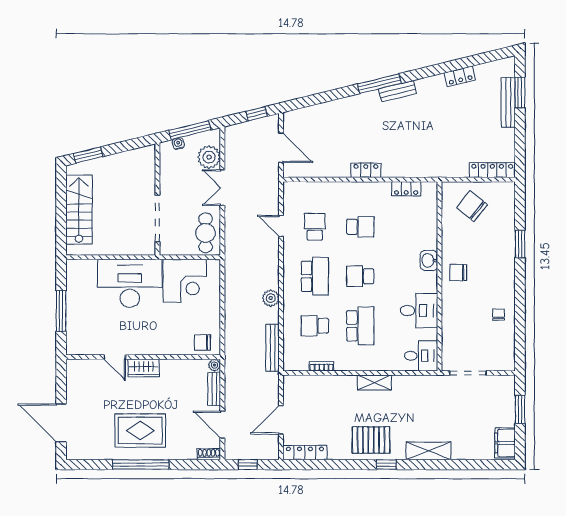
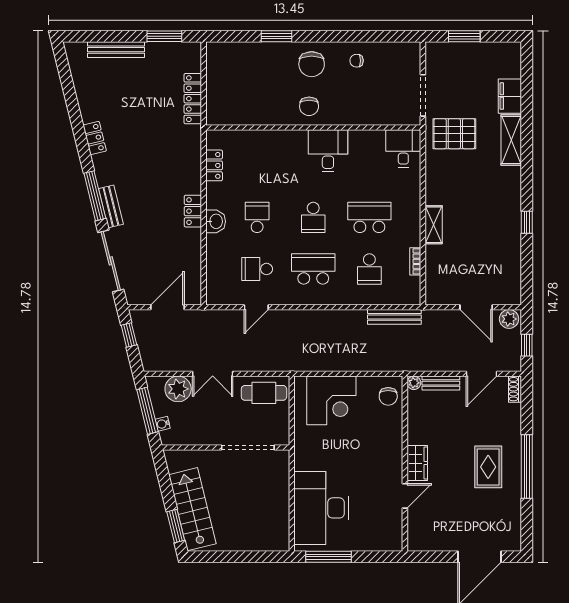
locker: (460, 76) -> (95, 138), moved
bench: (398, 91) -> (111, 206), moved
window: (520, 92) -> (164, 36), moved
sliding door: (322, 98) -> (111, 261), added
locker: (492, 170) -> (193, 99), moved
chair: (472, 206) -> (312, 64), moved, turned -39
stairs: (79, 210) -> (192, 509), moved, turned 76
washbasin: (429, 261) -> (216, 221), moved, turned -90
corner desk: (185, 281) -> (331, 400), moved, turned 90
desk: (130, 283) -> (321, 508), moved
plant: (271, 298) -> (509, 319), moved
desk: (419, 310) -> (328, 151), moved
window: (61, 311) -> (329, 557), moved
shelving: (374, 382) -> (434, 225), moved
rug: (140, 431) -> (488, 467), width x0.73, depth x0.70
pallet: (371, 440) -> (454, 134), moved, turned 90
filing cabinet: (505, 443) -> (510, 96), moved, turned 90
locker: (305, 453) -> (513, 280), removed
window: (386, 465) -> (527, 222), moved

